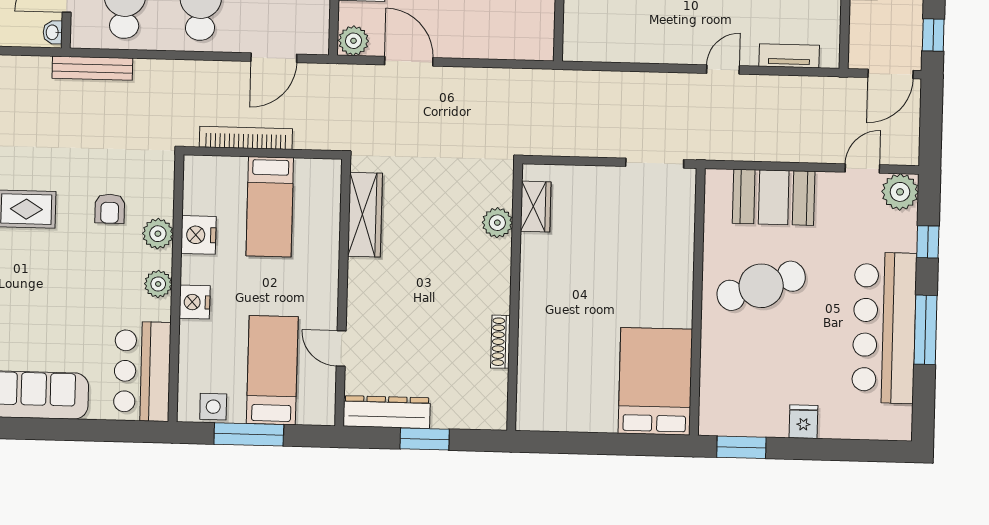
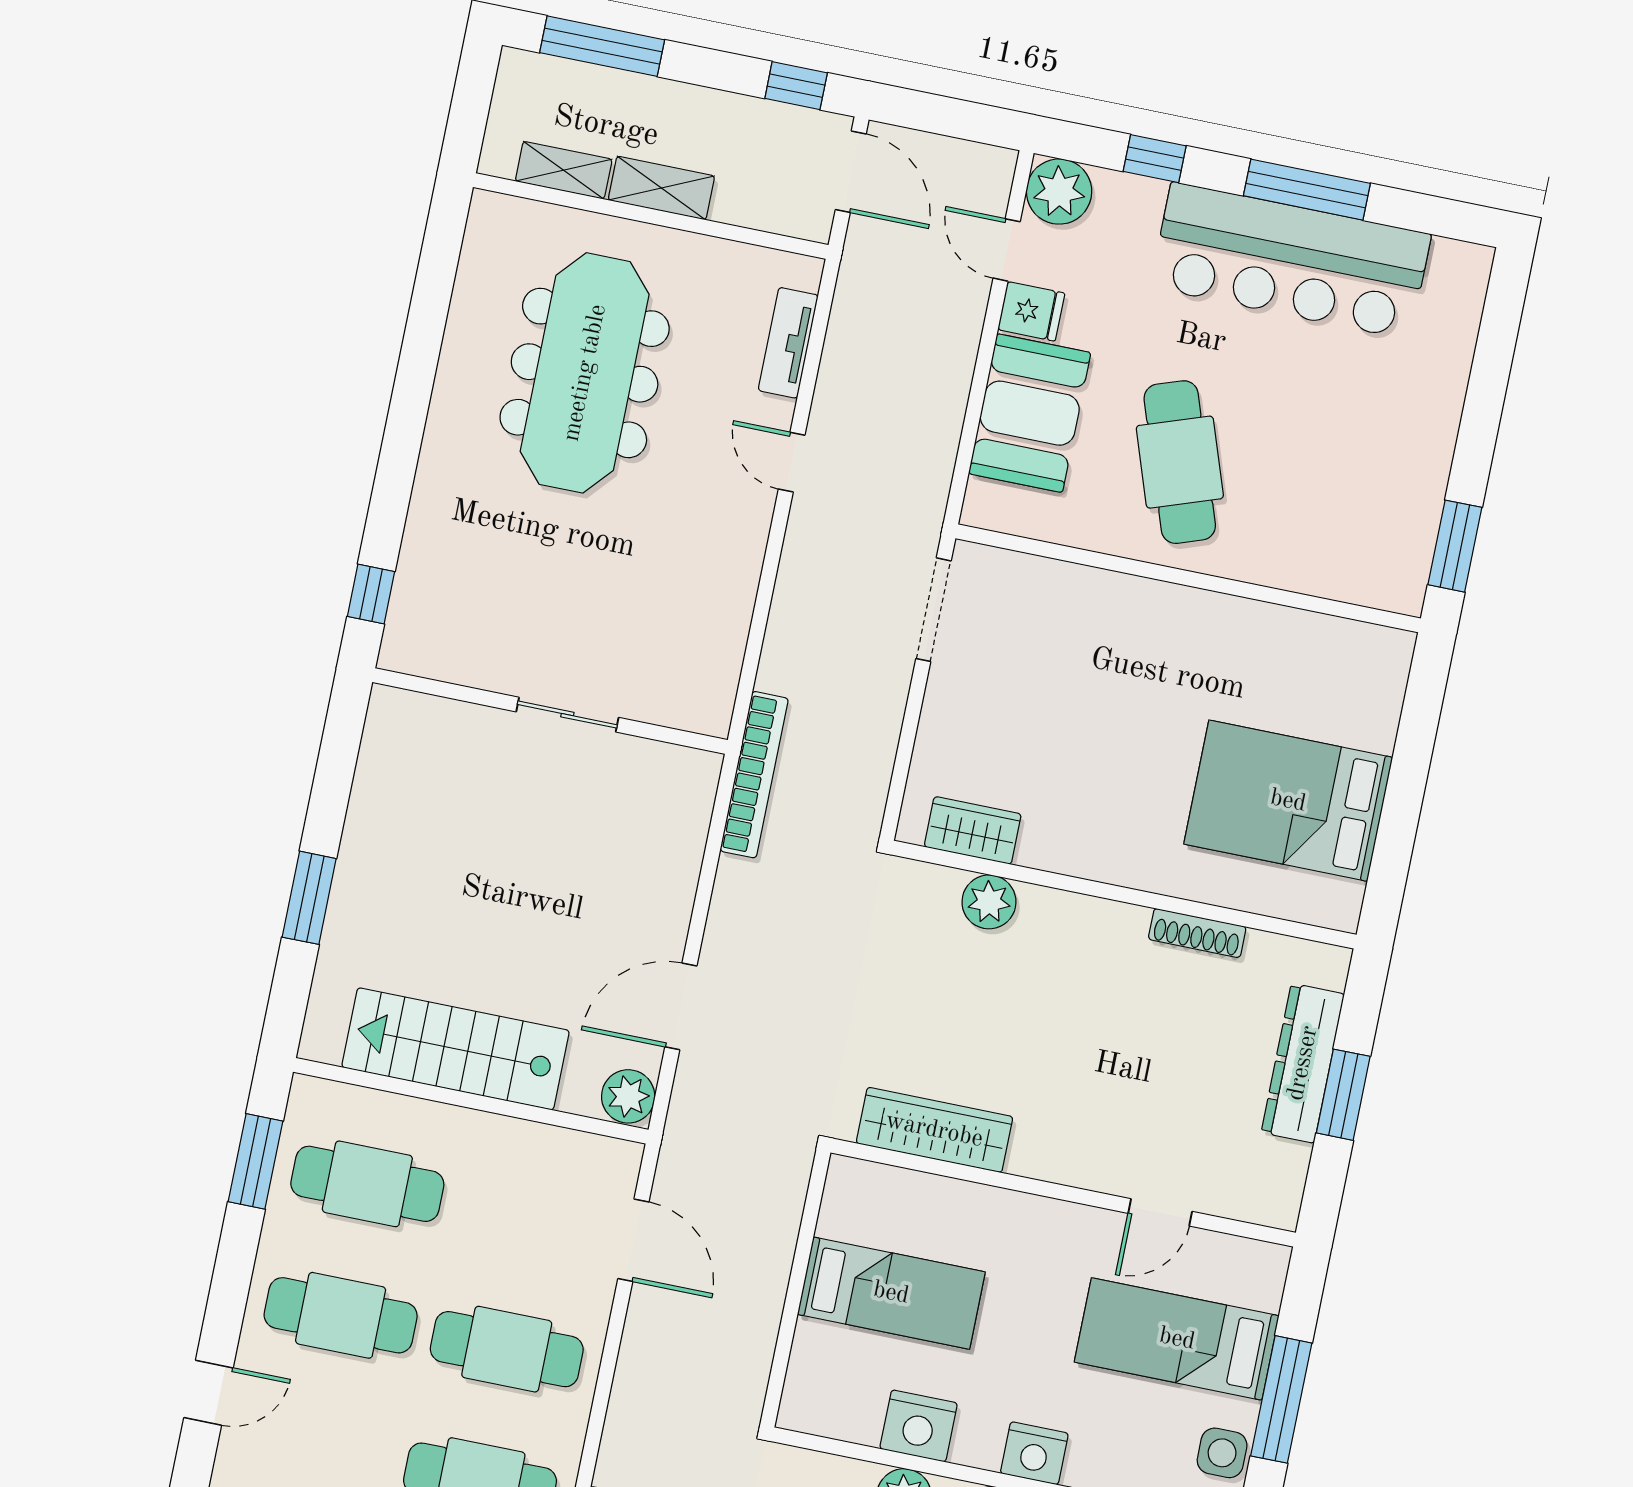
bookcase: (246, 138) -> (754, 775), moved, turned 180
bed: (655, 381) -> (1288, 801), moved
dresser: (387, 412) -> (1303, 1063), moved
fridge: (803, 422) -> (1031, 311), moved, turned 180

